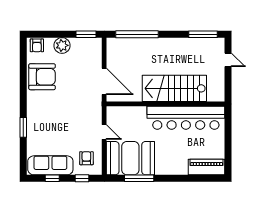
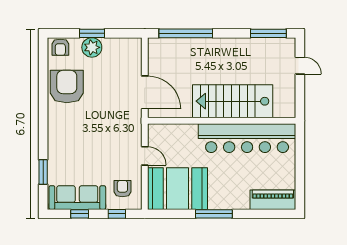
window: (86, 34) -> (92, 33), moved
armchair: (42, 77) -> (67, 87), turned -90
window: (23, 127) -> (43, 172), moved
window: (139, 178) -> (214, 214), moved

